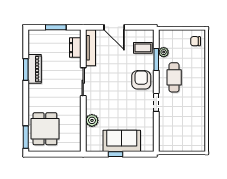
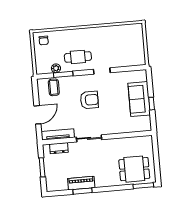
armchair: (141, 80) -> (89, 100), moved, turned 180
plant: (92, 120) -> (123, 127), removed

